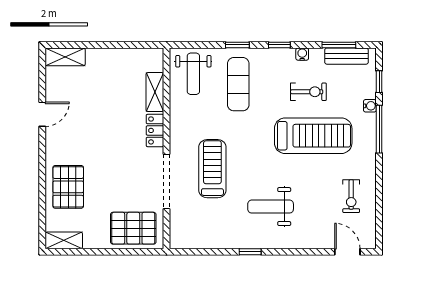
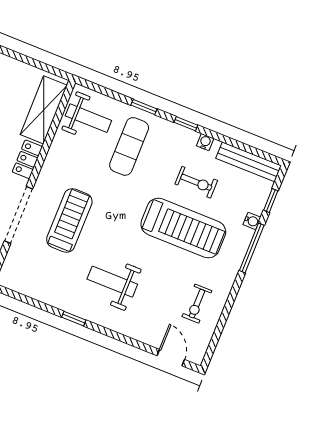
window: (339, 45) -> (245, 148), removed
bench: (346, 56) -> (249, 162), width x1.36
weight bench: (193, 74) -> (88, 118), turned -90
shelving: (155, 92) -> (44, 110), width x1.50, depth x1.33

